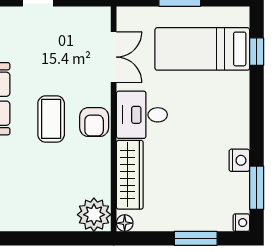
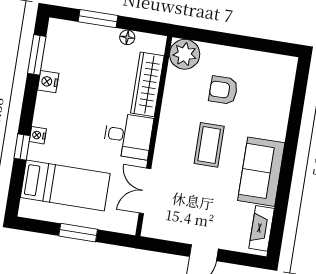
window: (257, 52) -> (22, 147), moved
armchair: (94, 122) -> (223, 90), moved, turned -90
floor lamp: (125, 223) -> (127, 37), moved
nightstand: (241, 223) -> (38, 135), moved

